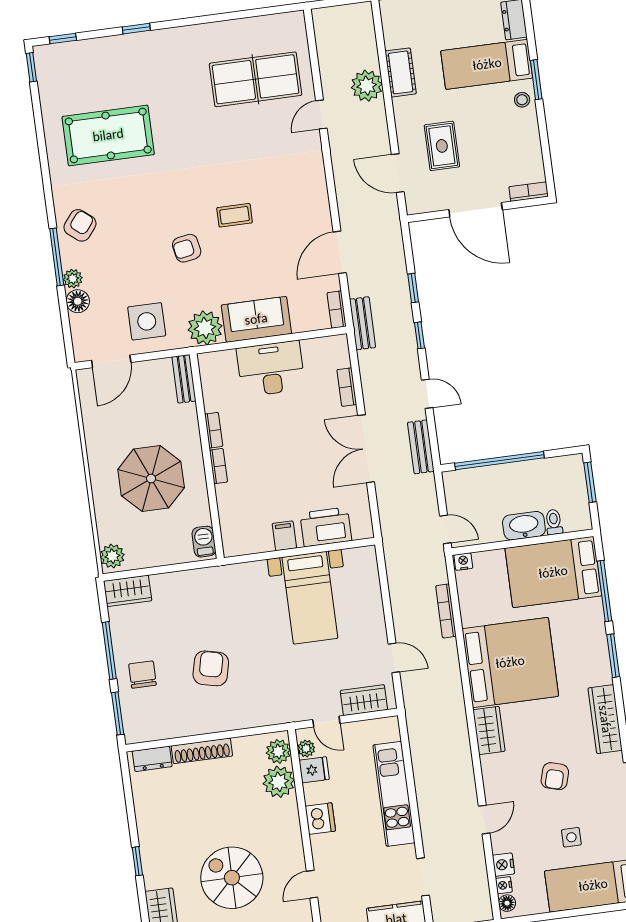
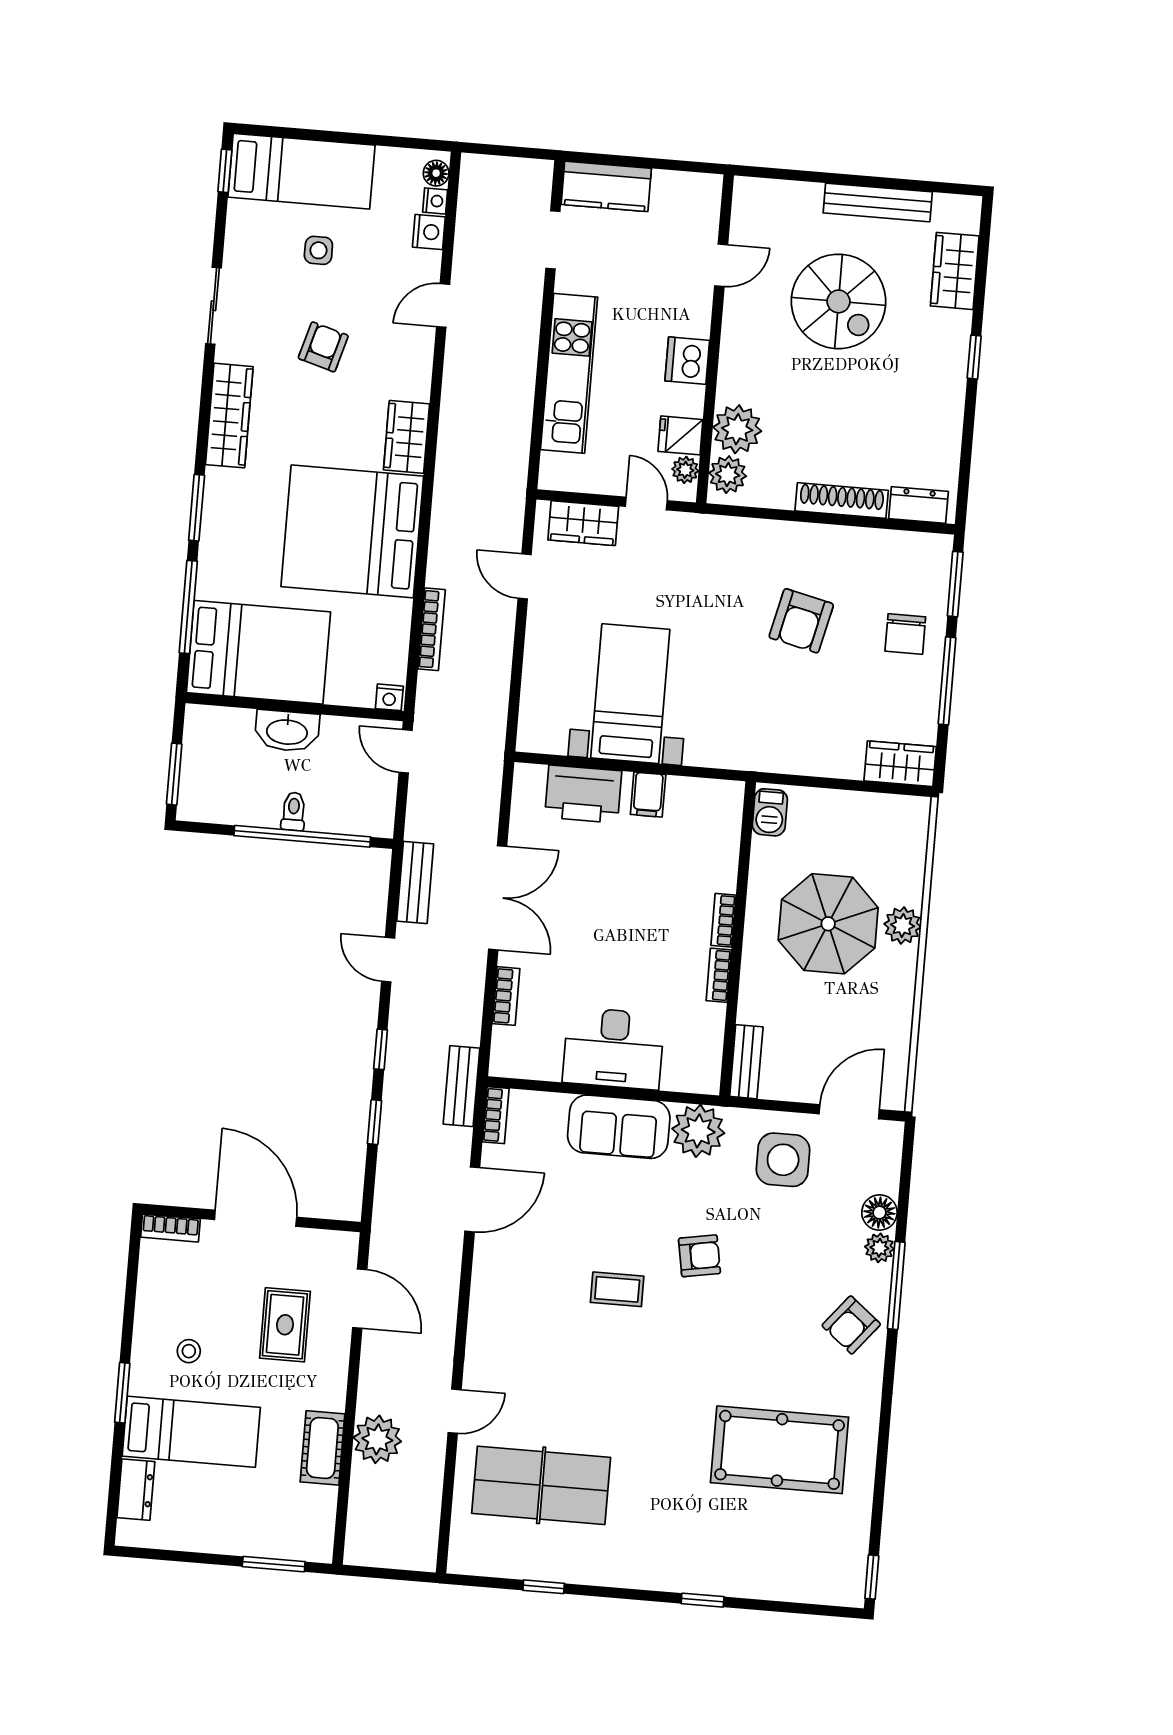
window: (63, 38) -> (544, 1587), moved
stool: (522, 100) -> (189, 1351), moved
toilet: (554, 522) -> (294, 811), moved, turned 180
plant: (112, 556) -> (903, 925), moved

